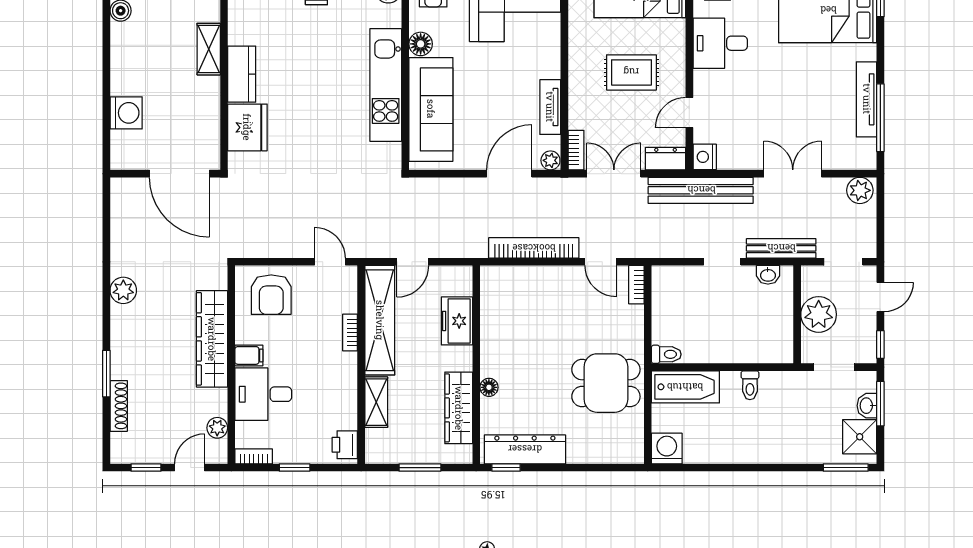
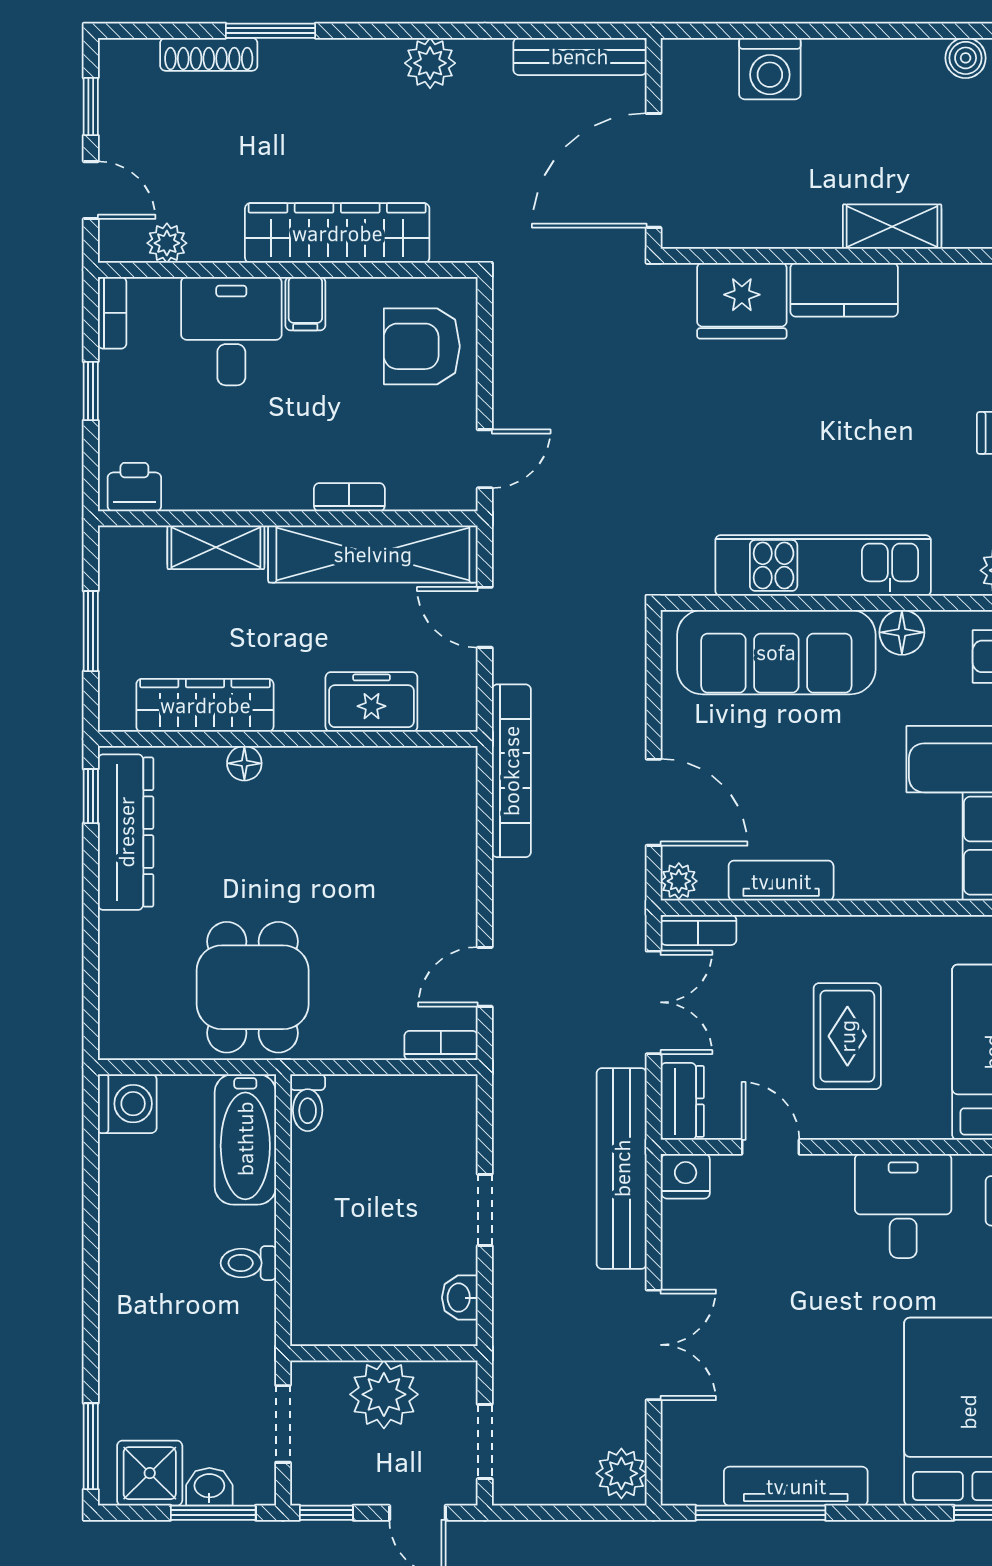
bookcase: (534, 248) -> (511, 771), moved
bench: (781, 248) -> (580, 56), moved, turned 90

